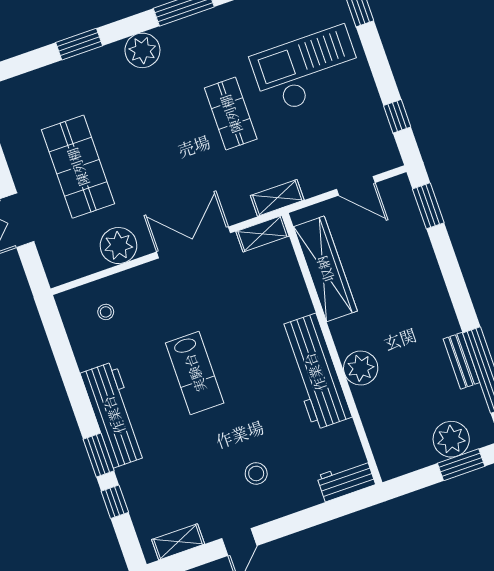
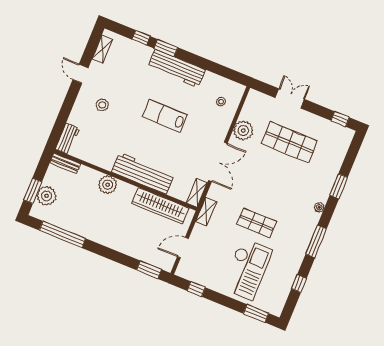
plant: (142, 50) -> (319, 207), width x0.53, depth x0.53
bench: (461, 361) -> (65, 163), moved
workbench: (315, 372) -> (143, 173), moved

